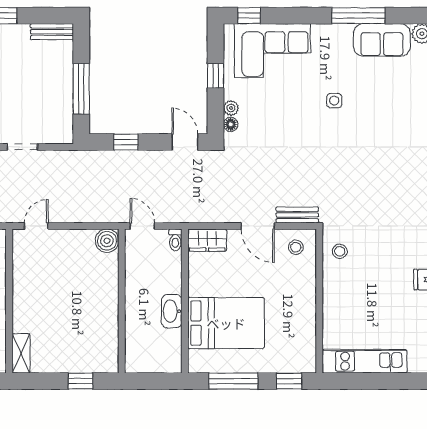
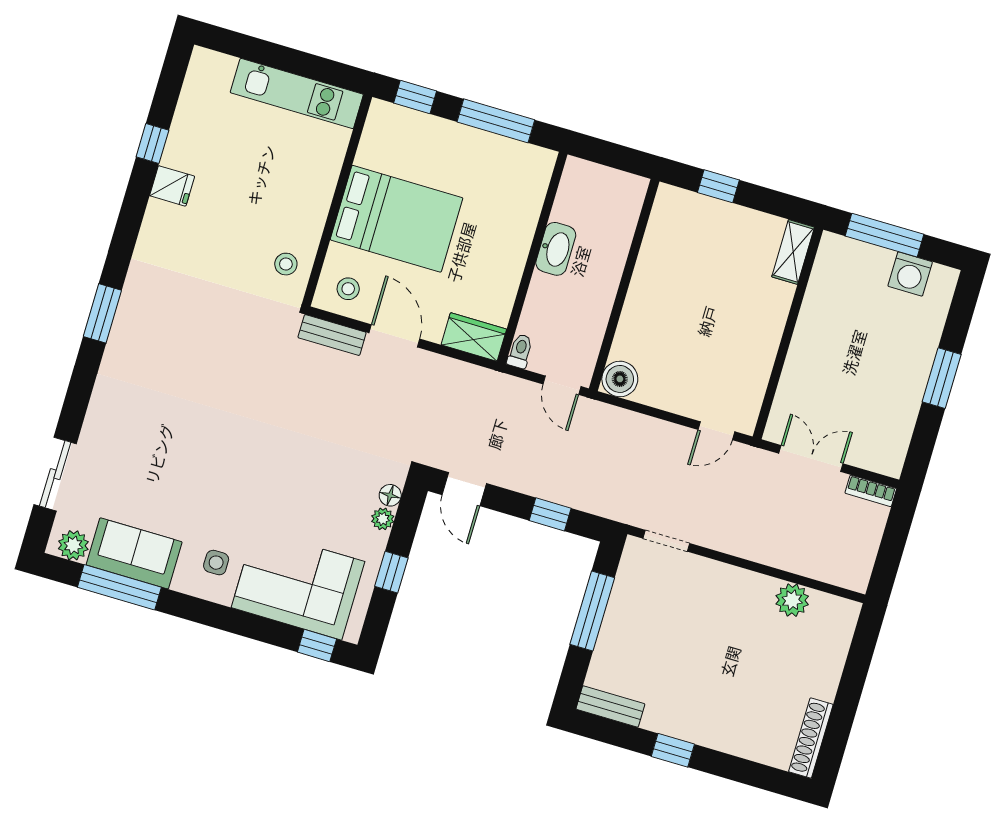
window: (358, 16) -> (119, 587), moved
side table: (334, 101) -> (216, 563), moved
doorway: (22, 147) -> (666, 541), moved
bed: (226, 323) -> (396, 219), moved, turned 180

